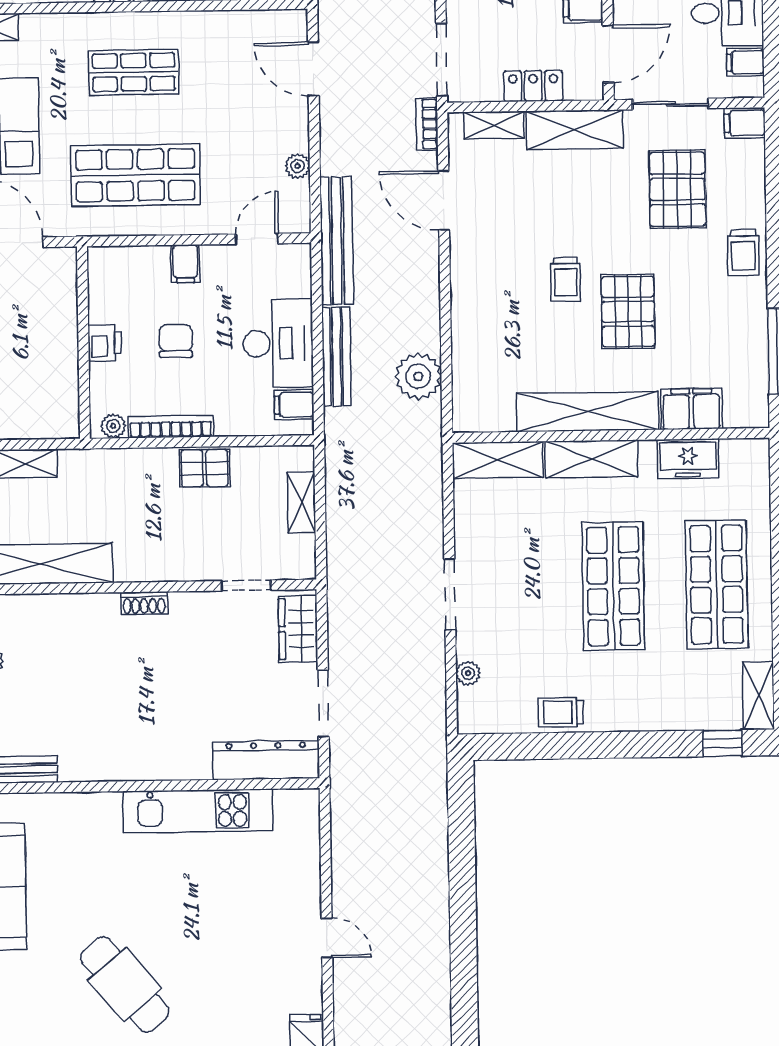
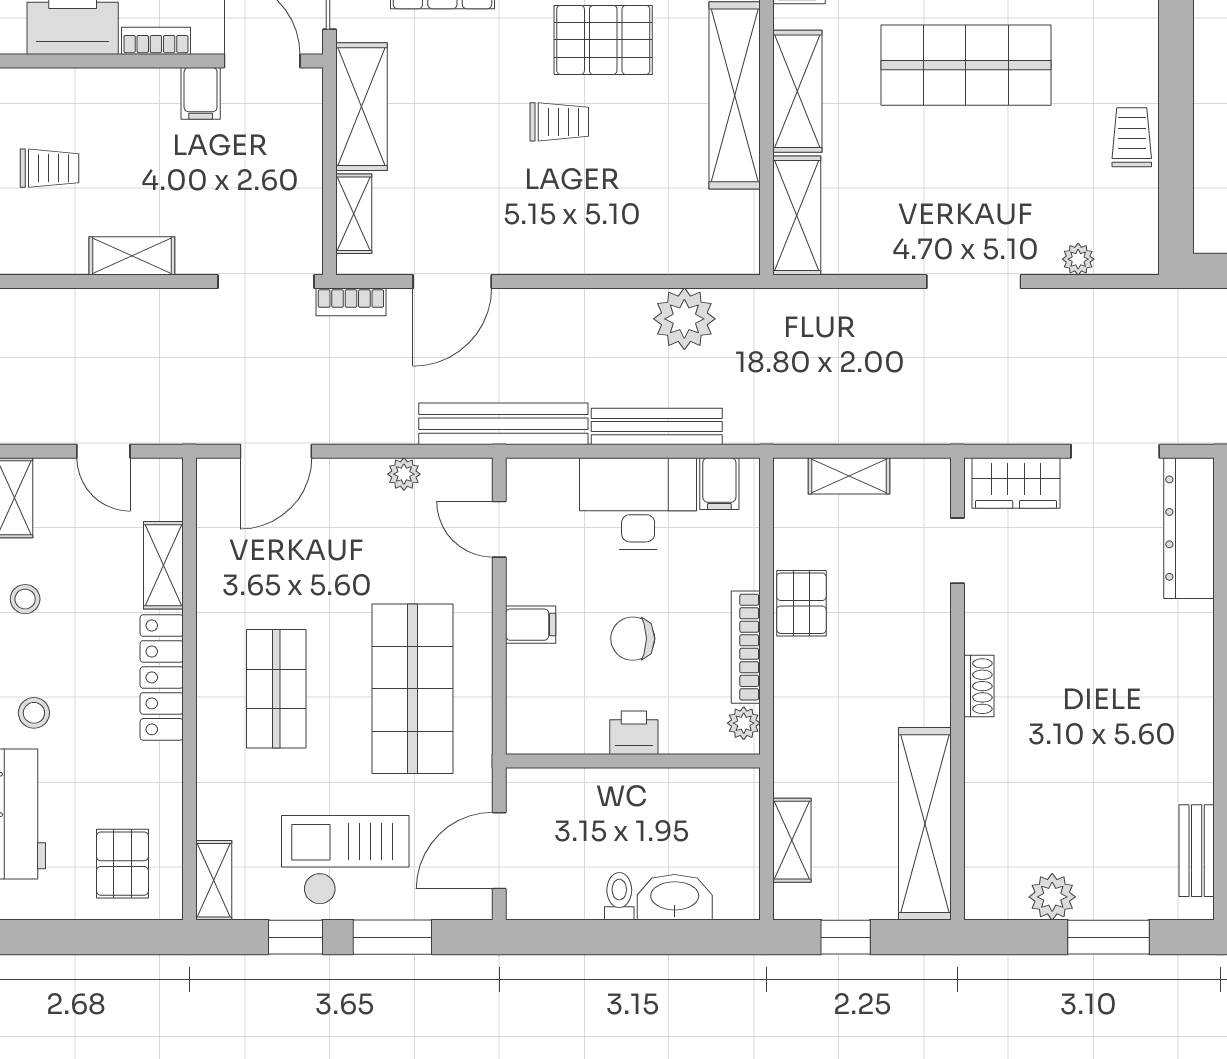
locker: (533, 86) -> (303, 161), removed
trolley: (561, 712) -> (1132, 137), turned 180

